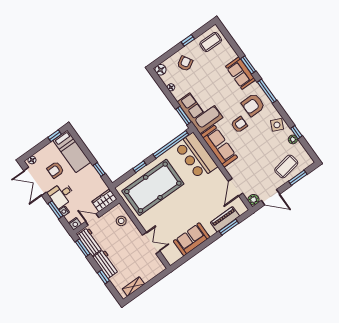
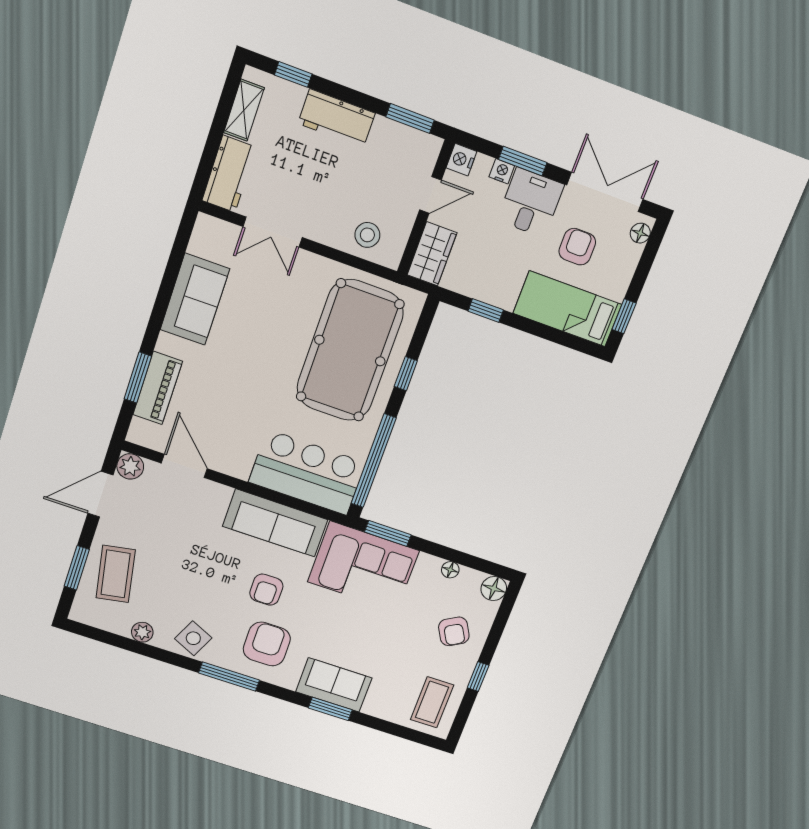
window: (267, 91) -> (229, 677), moved
window: (296, 132) -> (146, 650), removed
workbench: (90, 242) -> (229, 174), moved, turned -90
window: (103, 277) -> (293, 74), moved

